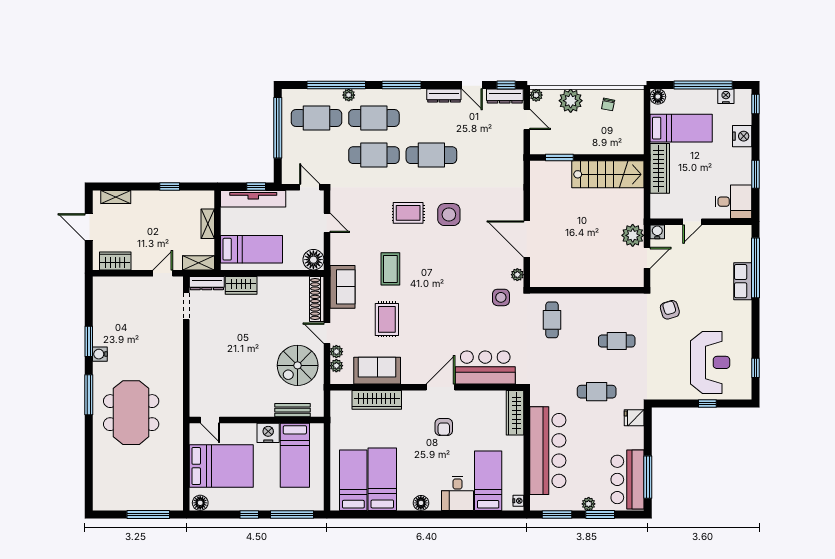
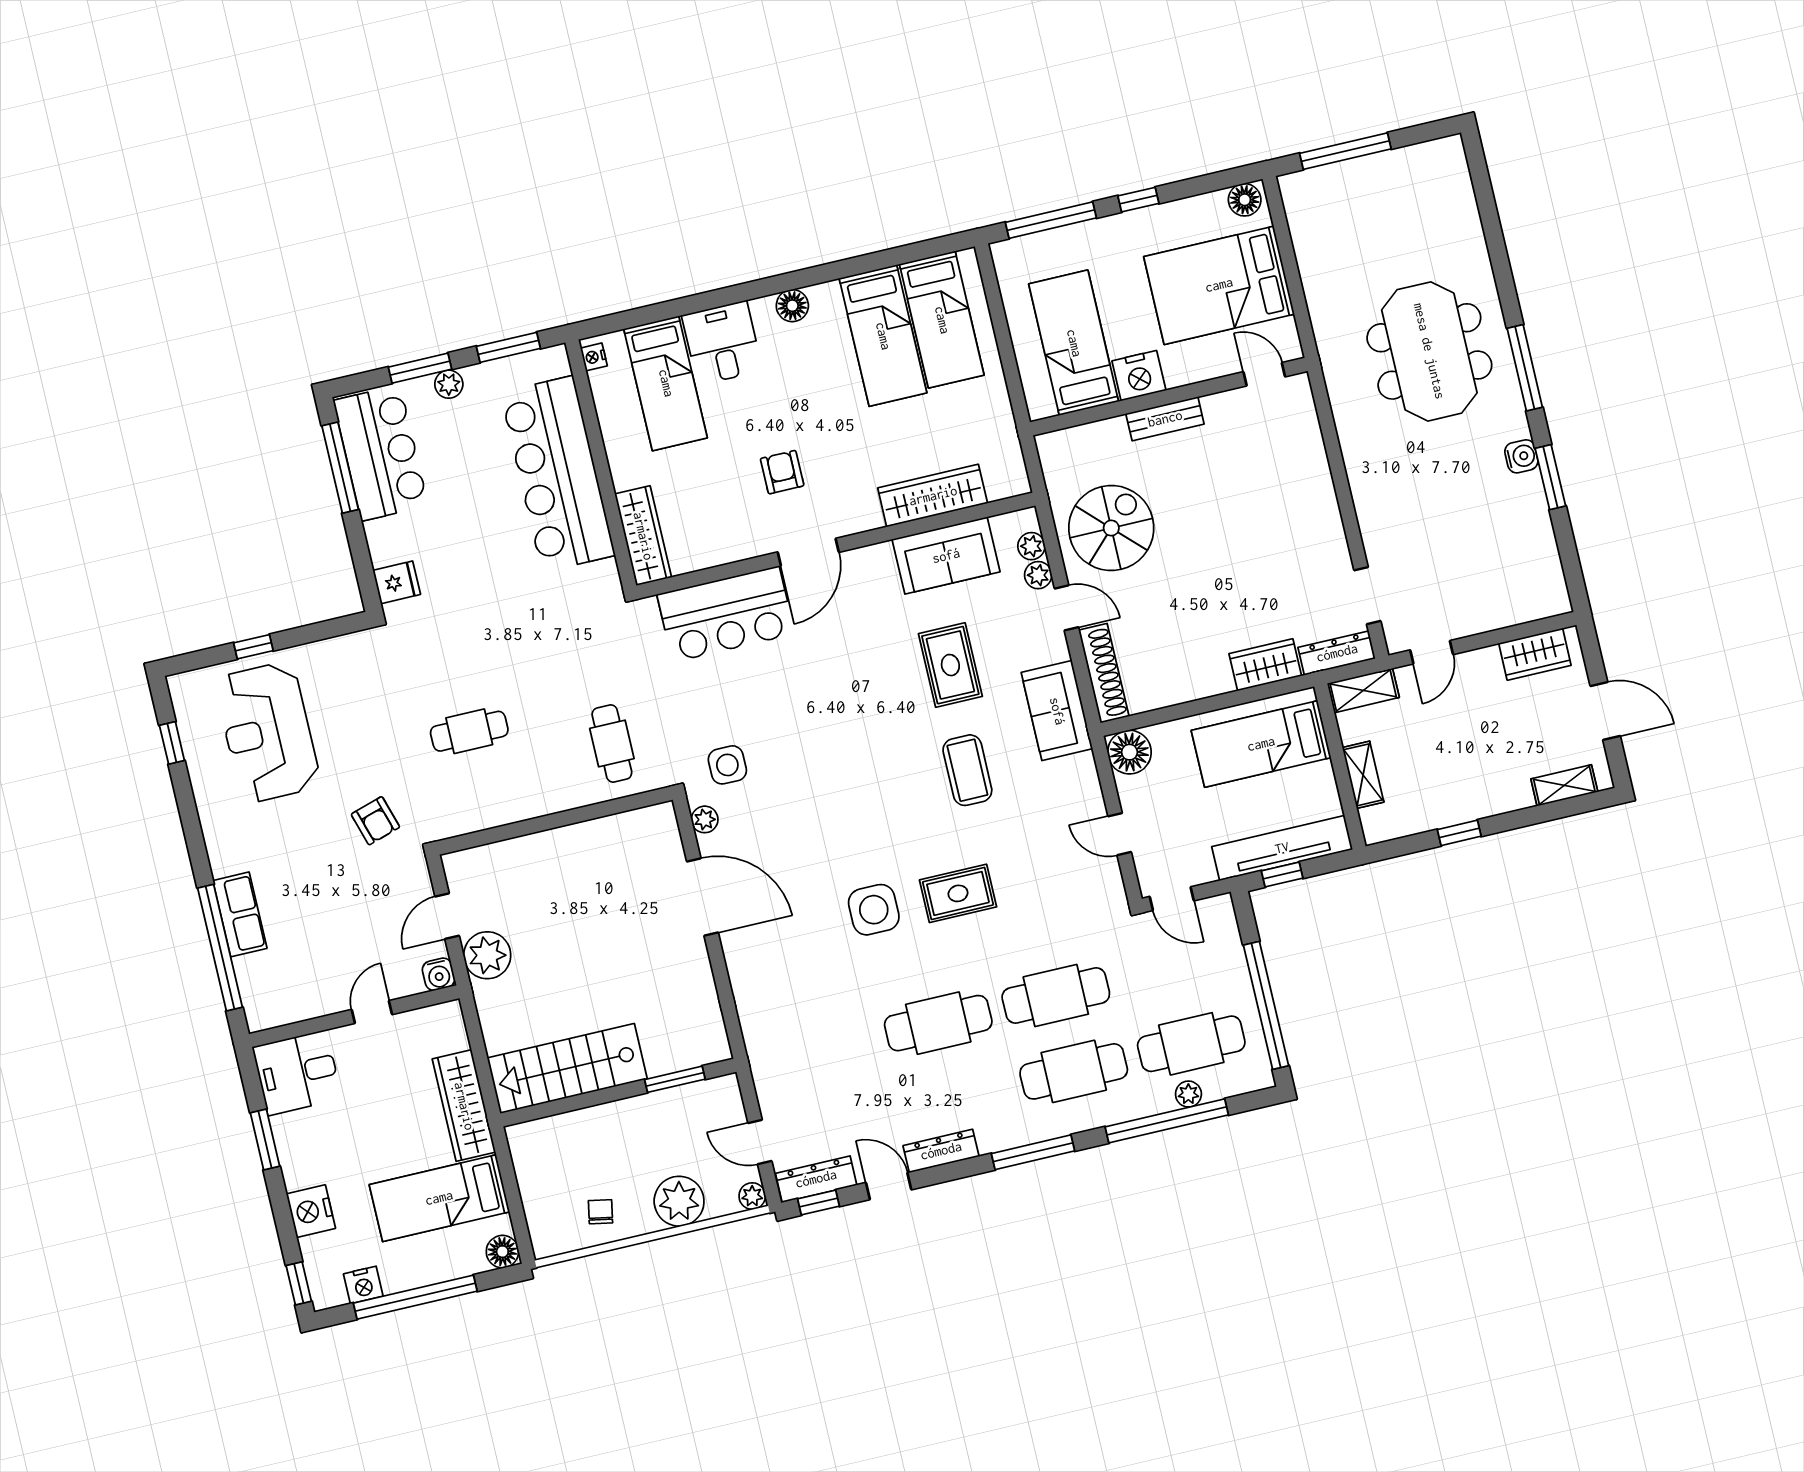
plant: (349, 95) -> (1188, 1094), moved
cafe table: (597, 392) -> (486, 618), removed
bench: (293, 410) -> (1165, 419), moved

